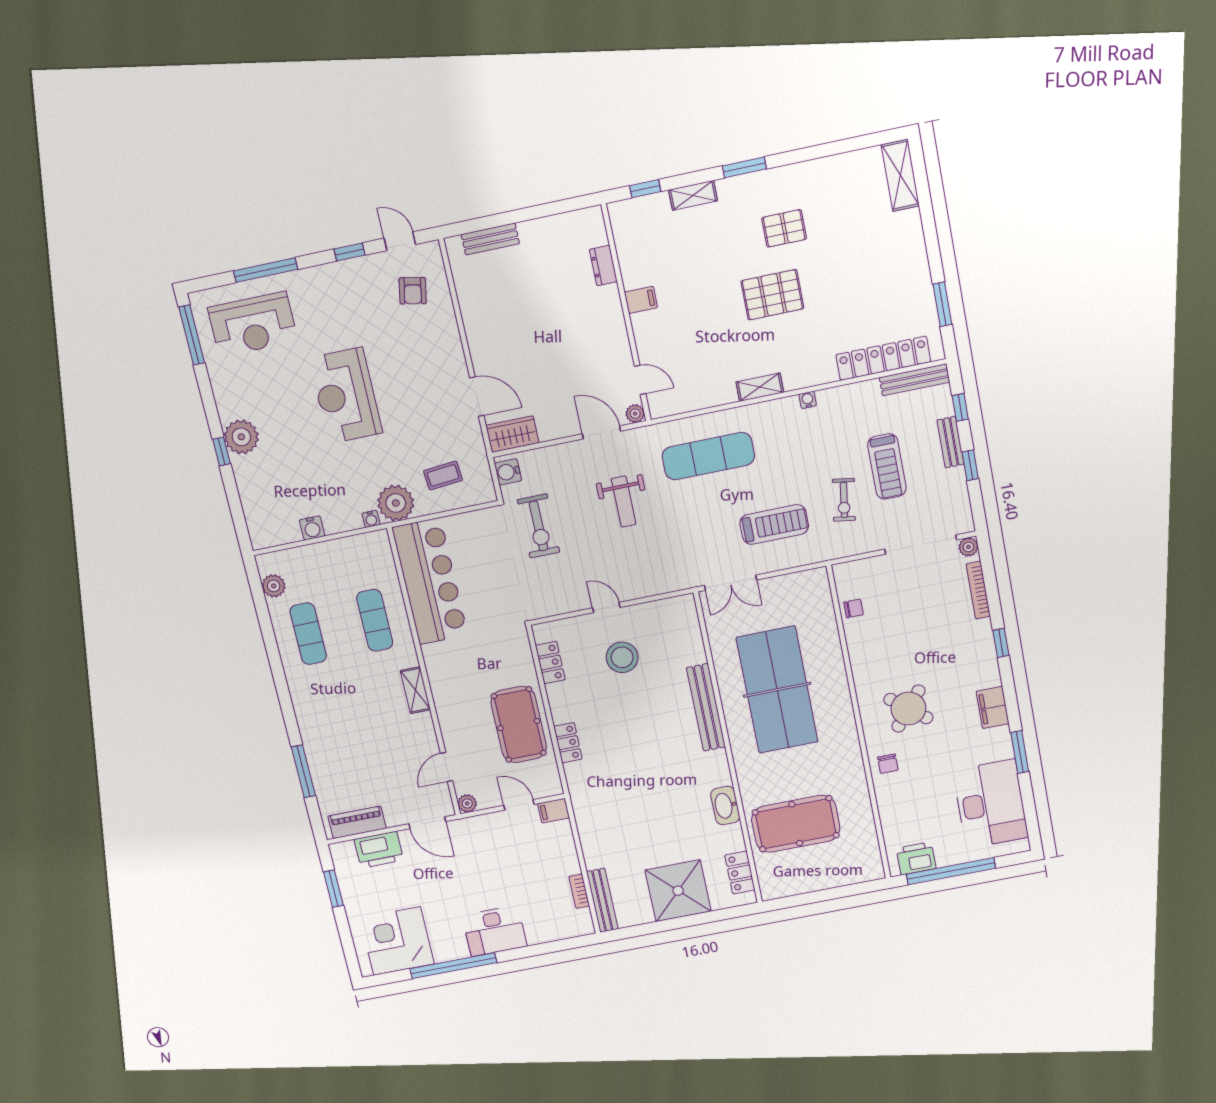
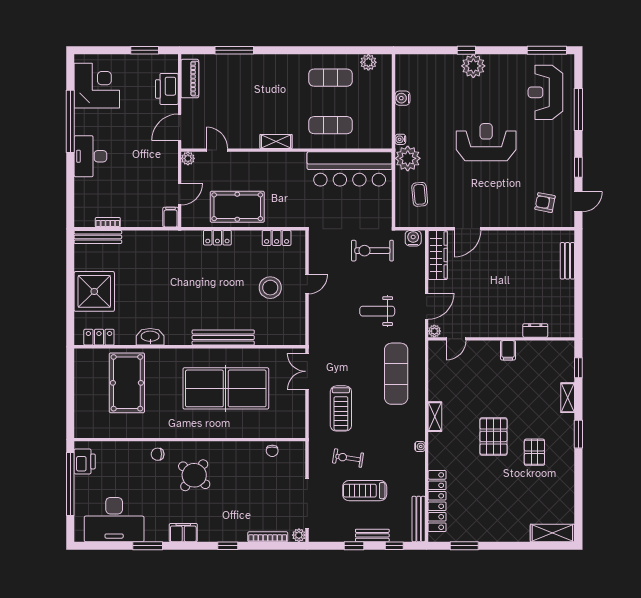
wardrobe: (512, 434) -> (438, 255), width x1.50

